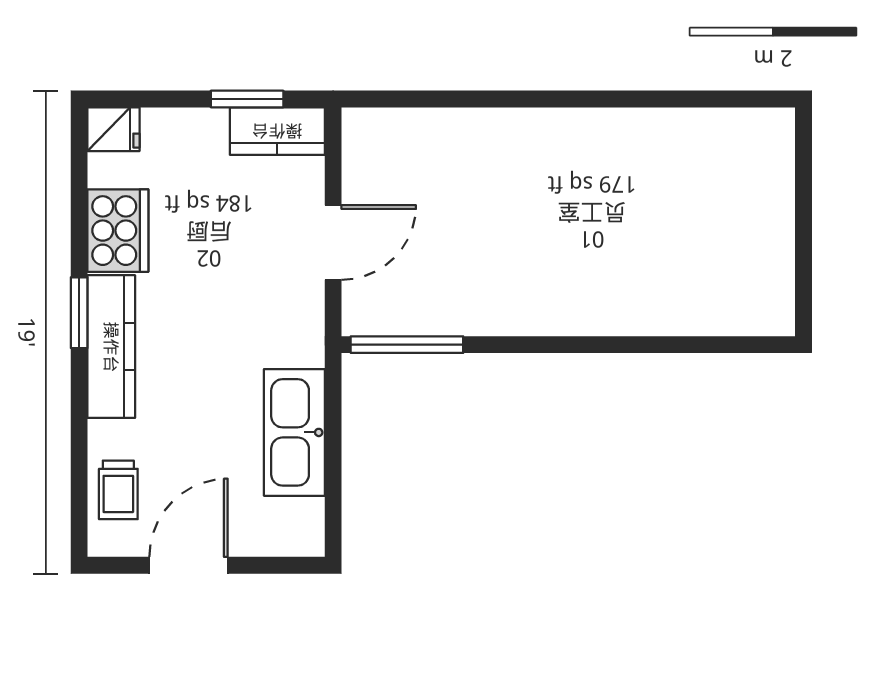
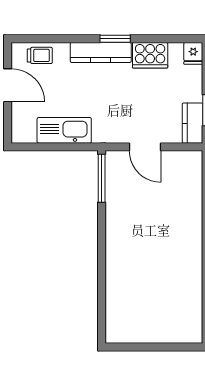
trolley: (118, 490) -> (40, 55), turned 180

